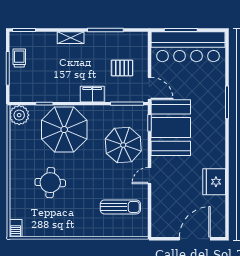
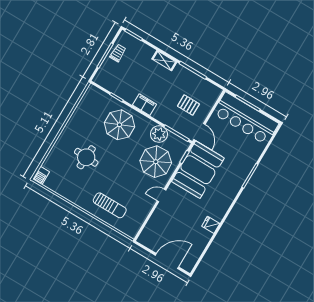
filing cabinet: (92, 94) -> (145, 105), moved
plant: (19, 115) -> (159, 134), moved
parasol: (64, 130) -> (119, 125), width x0.73, depth x0.73
fridge: (214, 182) -> (211, 225), width x0.53, depth x0.75
sun lounger: (120, 207) -> (110, 205), moved

